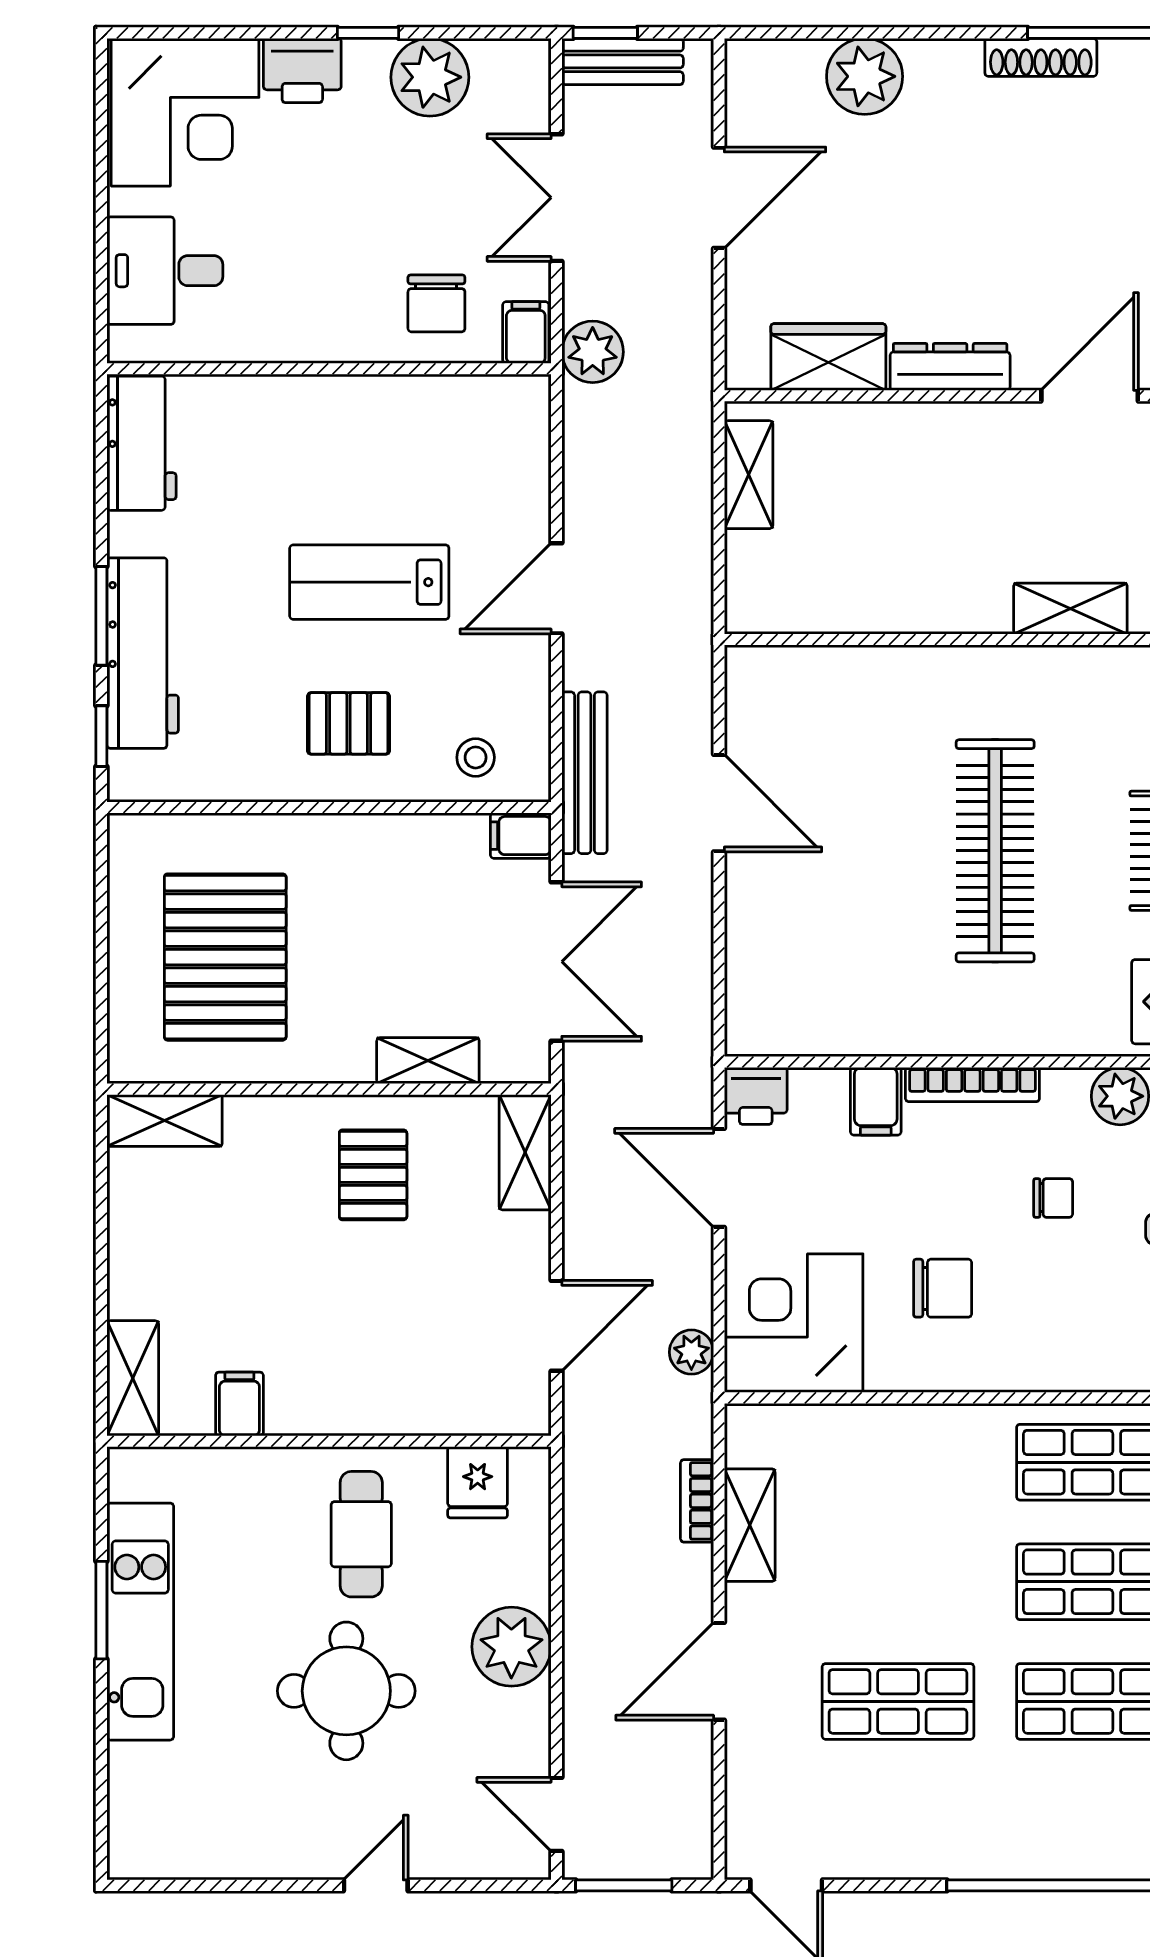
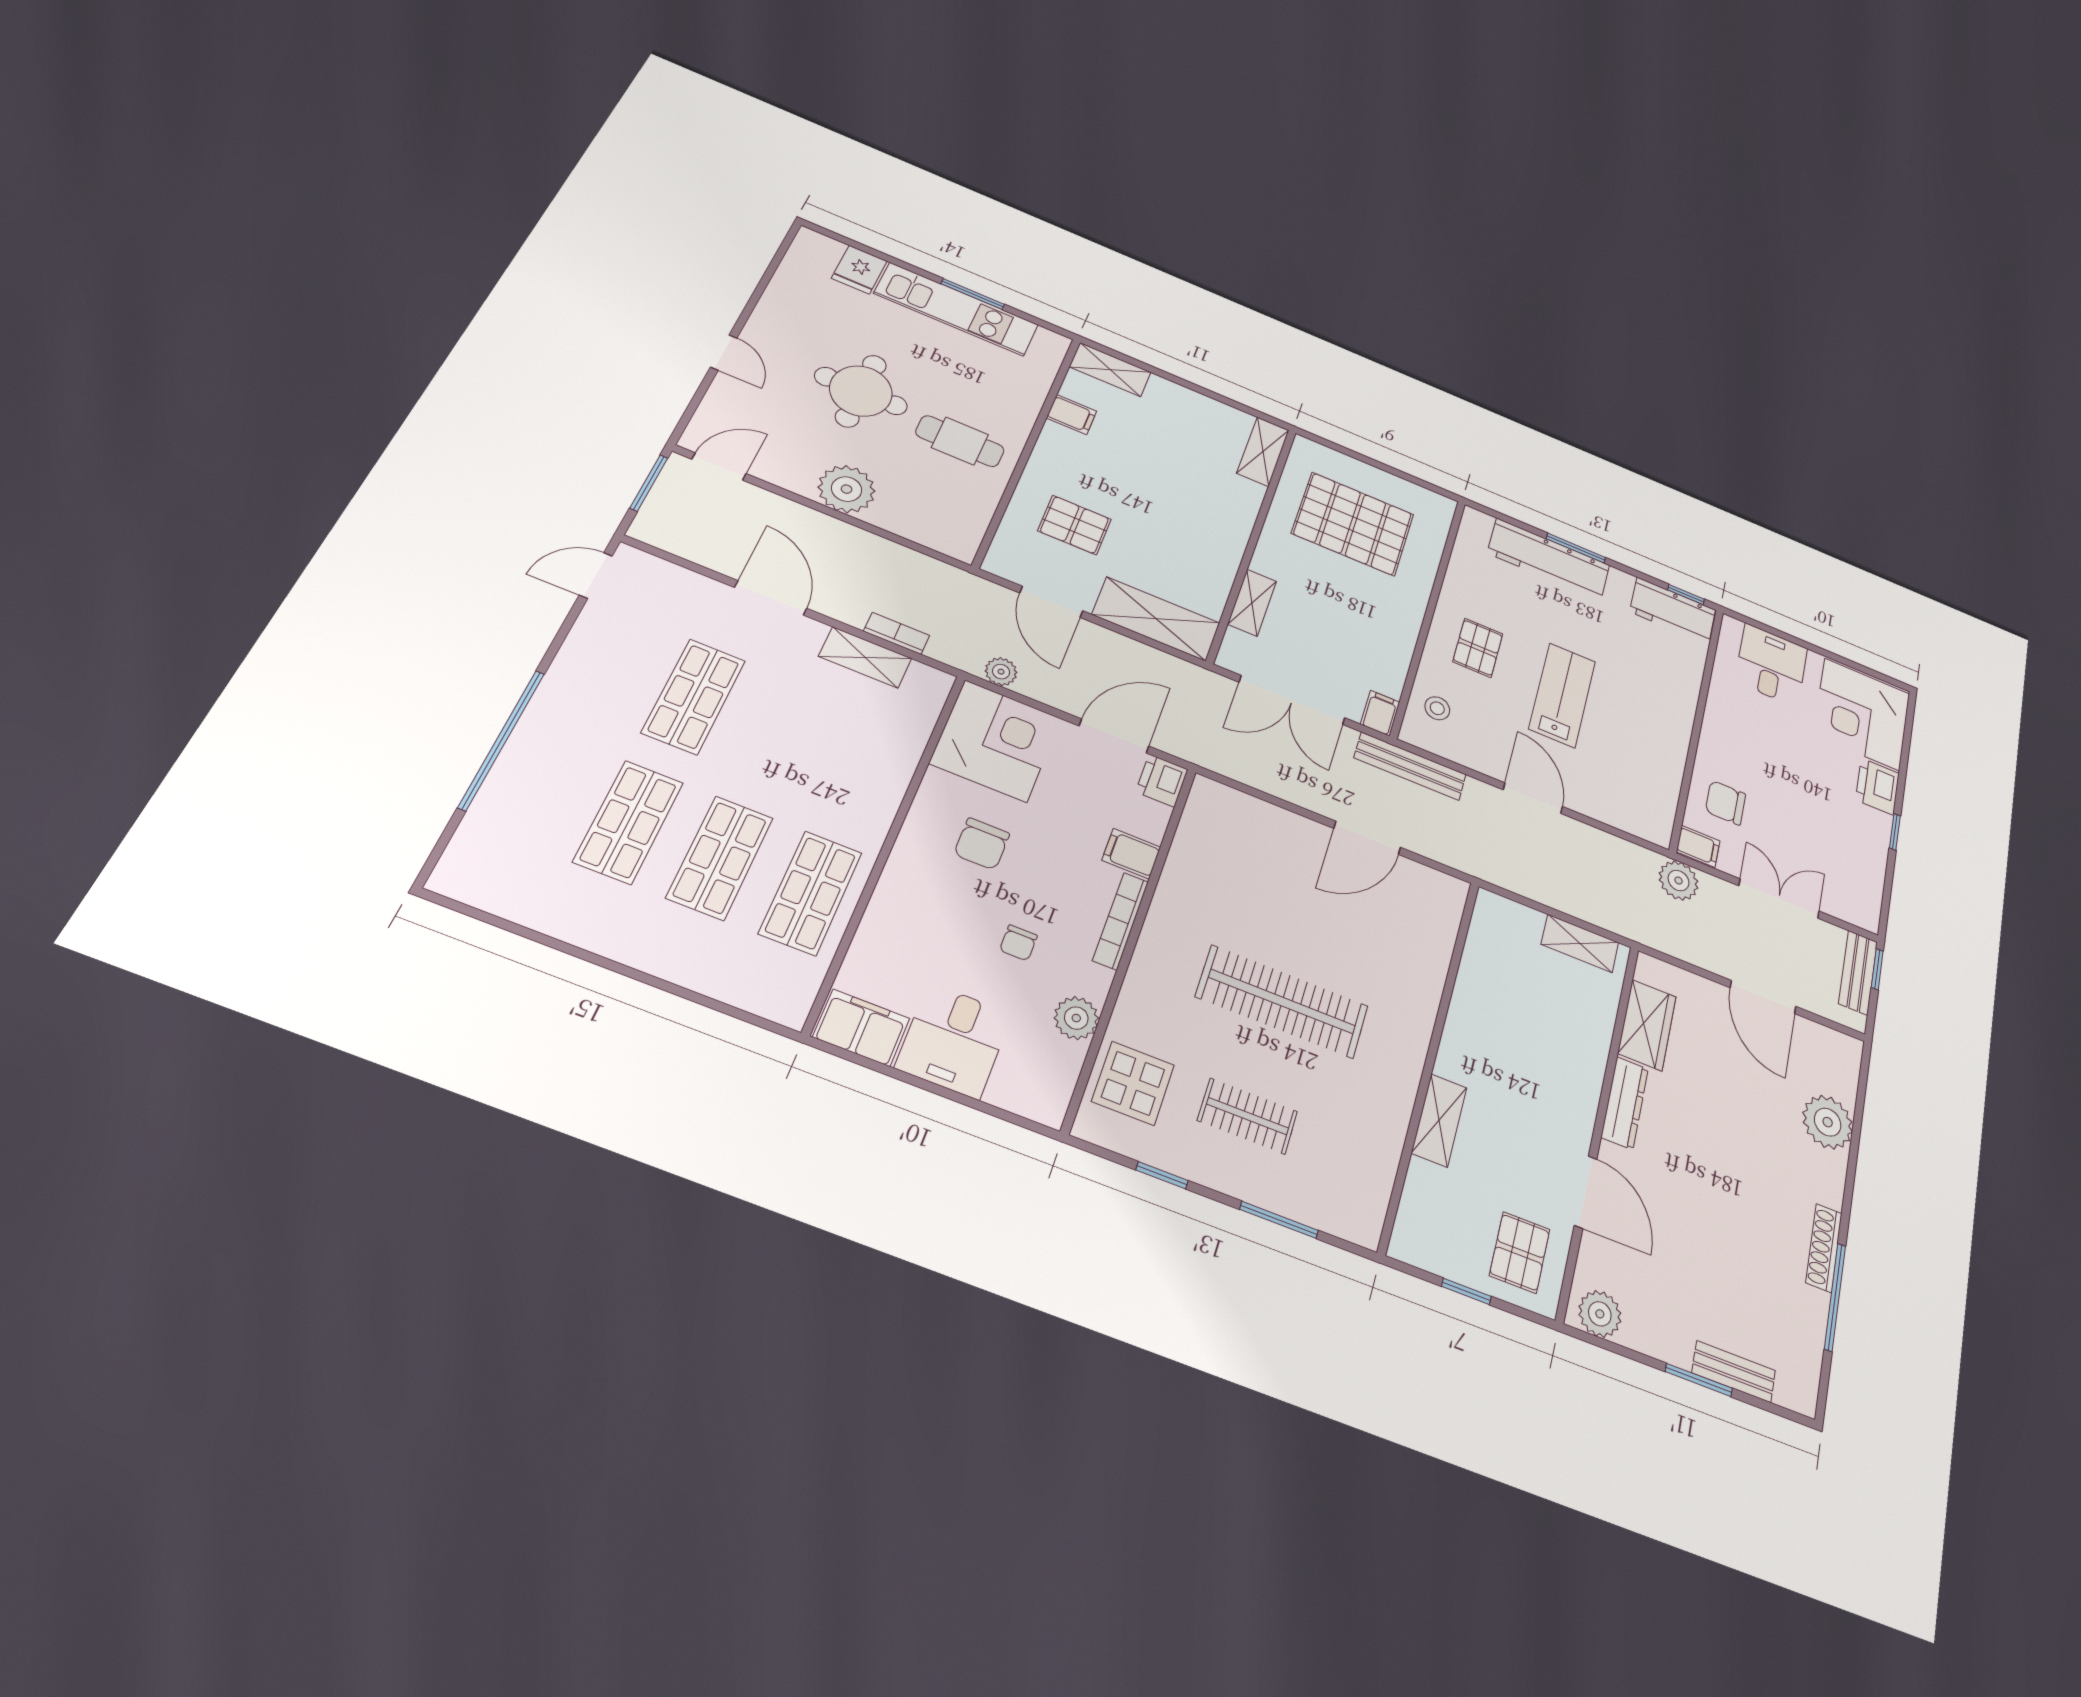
plant: (430, 77) -> (1864, 856), removed
window: (101, 736) -> (1686, 594), moved
shelving: (525, 1152) -> (1156, 619), width x1.50, depth x1.33
pallet: (373, 1175) -> (1075, 525), moved
fridge: (478, 1482) -> (859, 270), moved, turned -90

